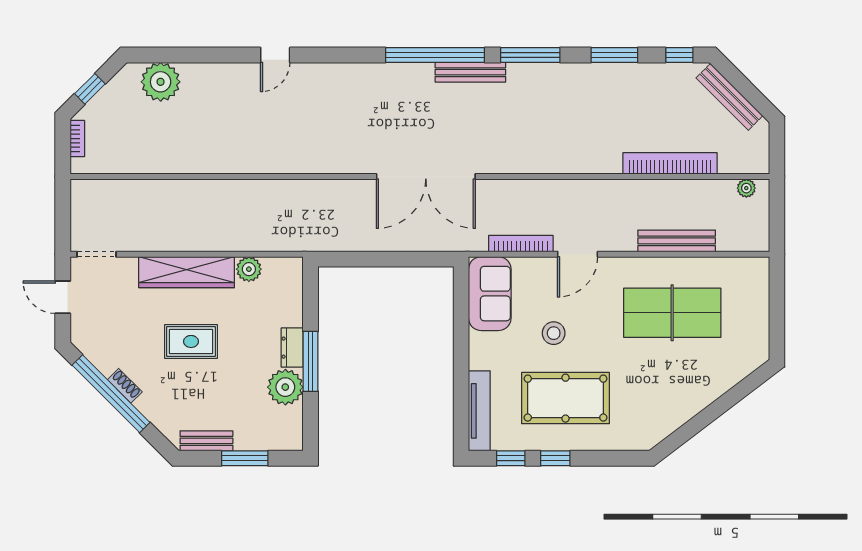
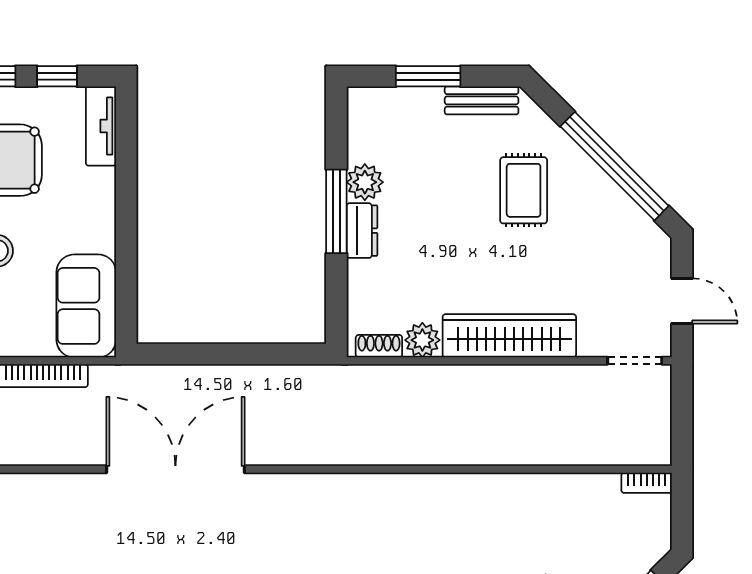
bookcase: (77, 139) -> (647, 483), moved, turned -90
rug: (191, 341) -> (524, 190), moved, turned 90
shoe rack: (125, 386) -> (379, 346), moved, turned 135
plant: (285, 387) -> (365, 182), width x0.73, depth x0.73
tv unit: (479, 411) -> (101, 126), width x0.71

